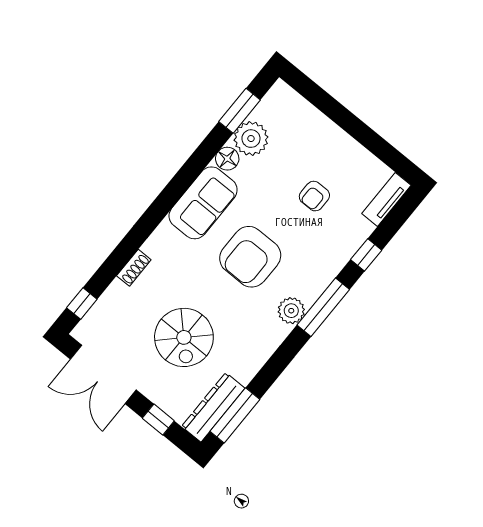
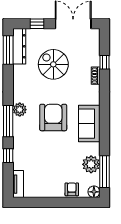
window: (240, 111) -> (105, 172), width x1.44
floor lamp: (227, 159) -> (94, 192), moved
armchair: (314, 196) -> (72, 189), moved
window: (82, 303) -> (105, 62), moved

